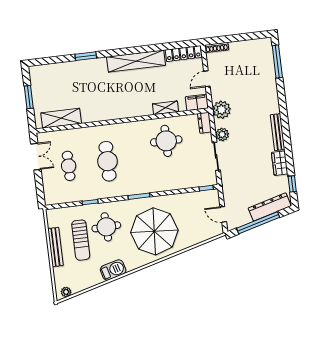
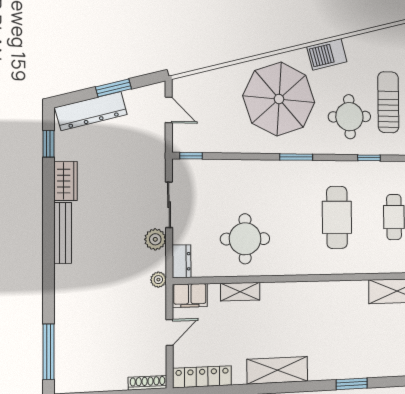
shelving: (136, 61) -> (277, 370), width x0.68
plant: (222, 110) -> (158, 280), width x0.53, depth x0.53
window: (258, 223) -> (113, 88), width x0.47
barbecue: (113, 270) -> (327, 54), moved

